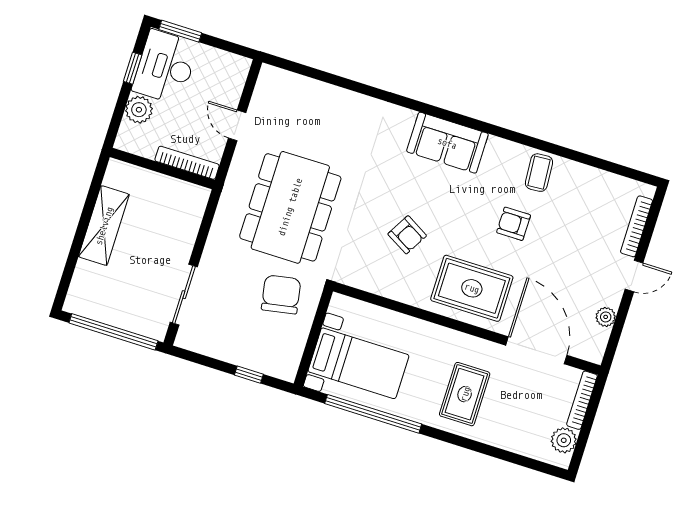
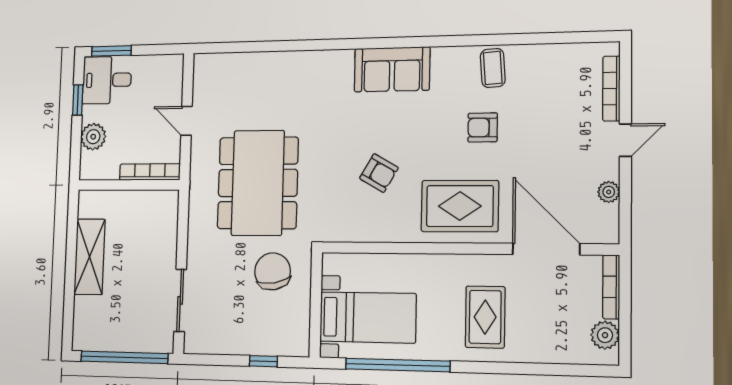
desk: (165, 67) -> (107, 80), width x0.73

